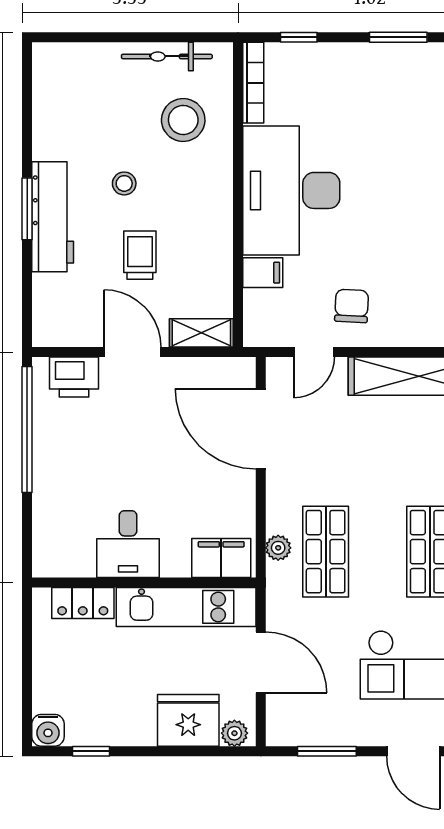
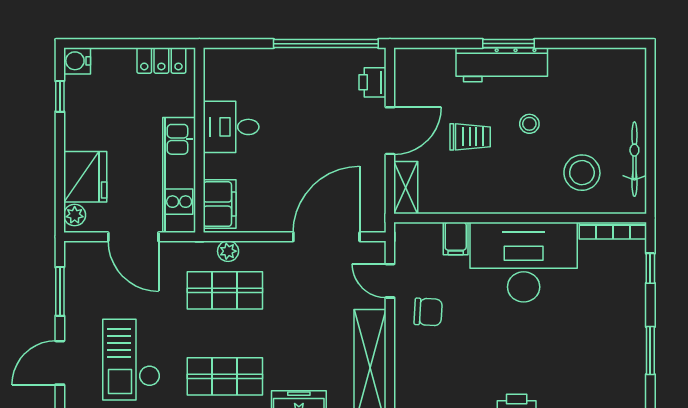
printer: (74, 377) -> (373, 82), width x0.73, depth x0.81
locker: (83, 603) -> (161, 60), moved, turned -90
door: (261, 662) -> (133, 237), hinge flipped

